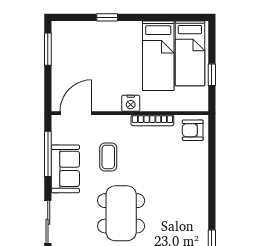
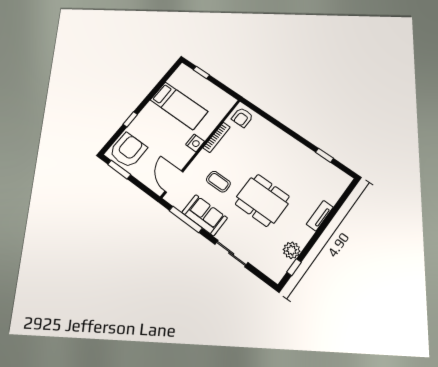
armchair: (74, 42) -> (128, 150), added
bed: (190, 53) -> (193, 86), removed
window: (212, 75) -> (201, 72), moved

